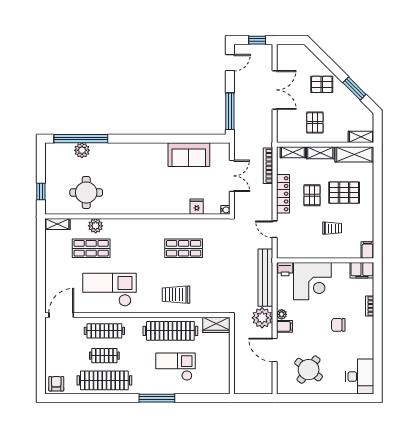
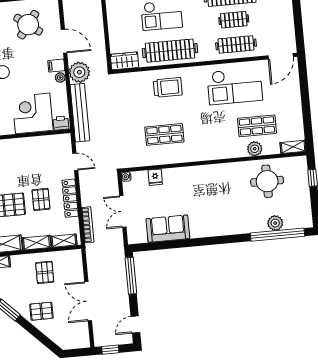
trolley: (332, 228) -> (18, 168), removed

